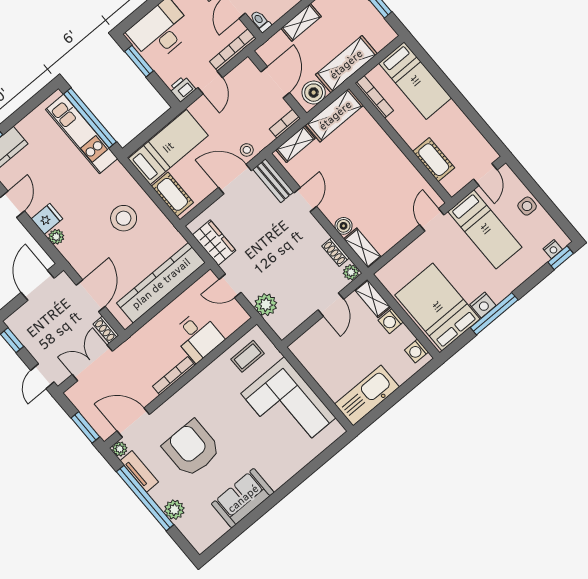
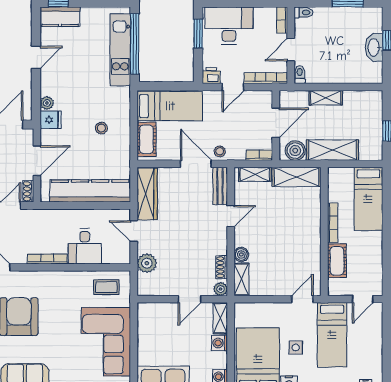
bookcase: (374, 97) -> (333, 223), moved
side table: (527, 206) -> (296, 348), moved
stool: (124, 218) -> (101, 128), width x0.53, depth x0.53
fridge: (47, 219) -> (51, 120), moved
wardrobe: (214, 243) -> (147, 194), width x1.50

